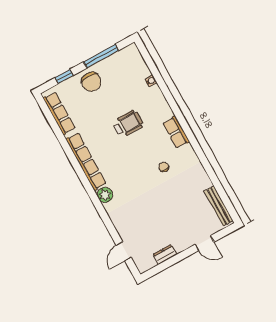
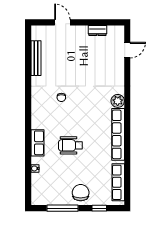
row of seats: (176, 132) -> (37, 143), moved
bench: (219, 206) -> (36, 58), moved

